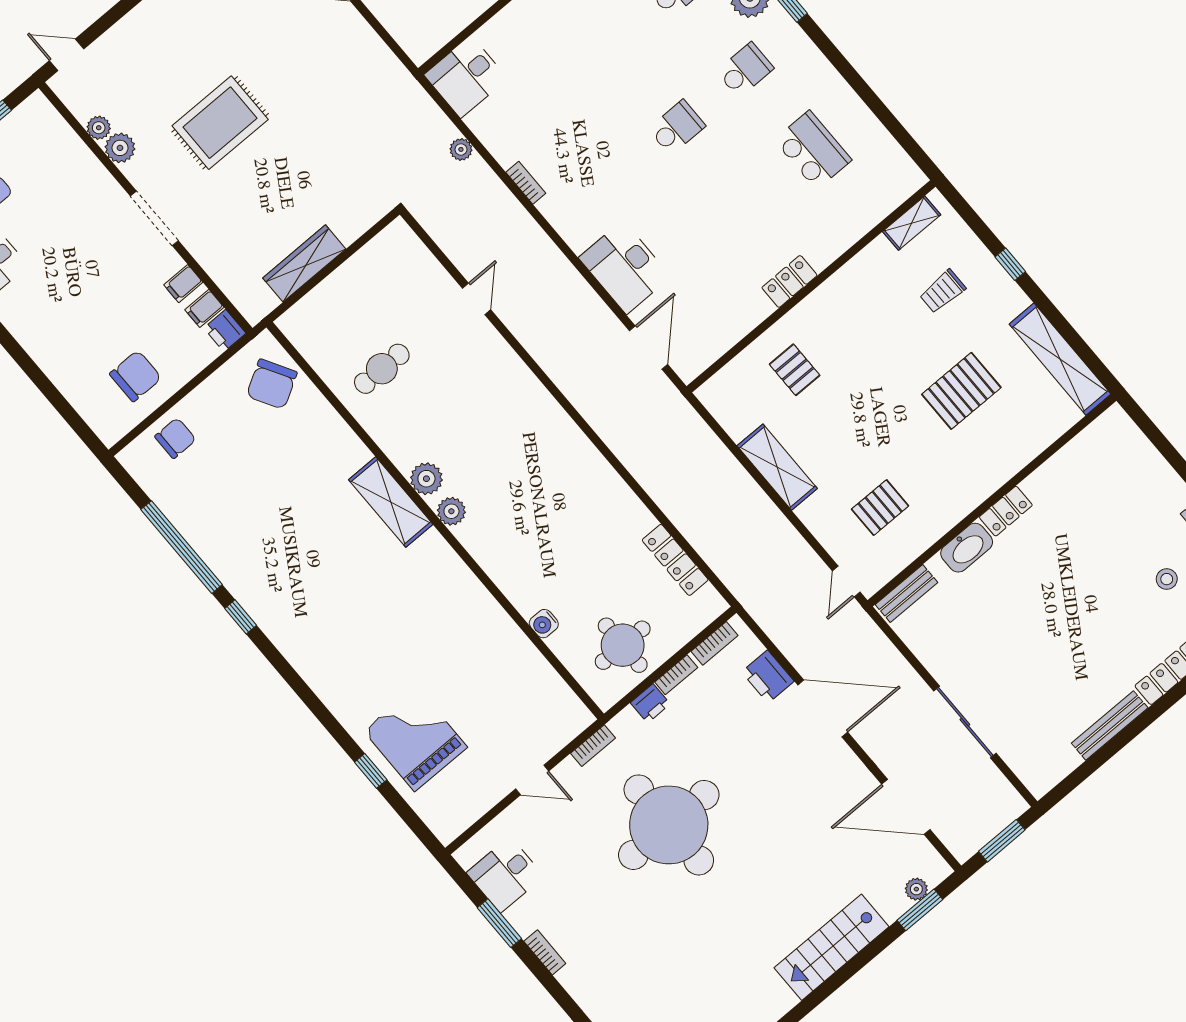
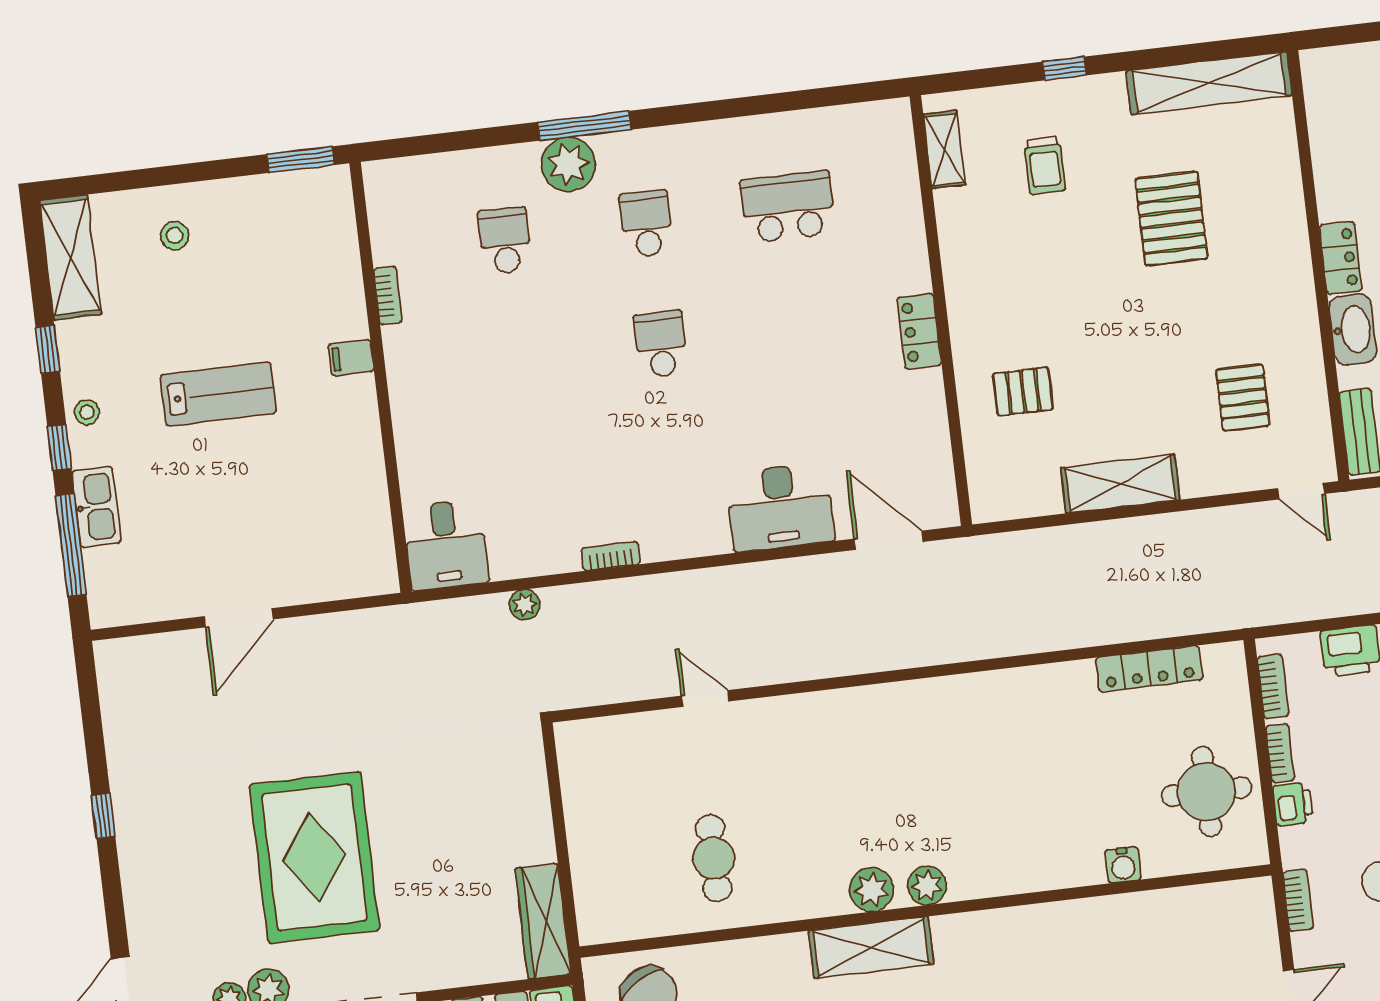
rug: (220, 123) -> (314, 857), width x1.37, depth x1.44
wardrobe: (304, 263) -> (543, 921), moved

